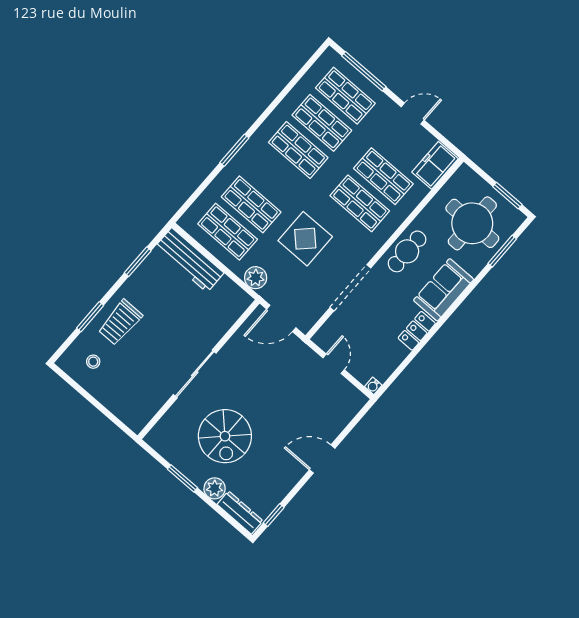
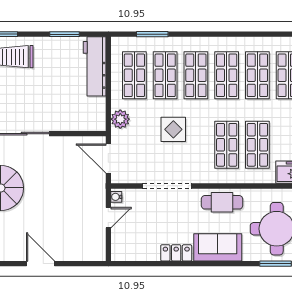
window: (234, 150) -> (152, 34), moved
shop shelf: (275, 177) -> (196, 75), added
display table: (305, 239) -> (173, 129), width x0.73, depth x0.73
water cooler: (373, 386) -> (116, 197), moved

